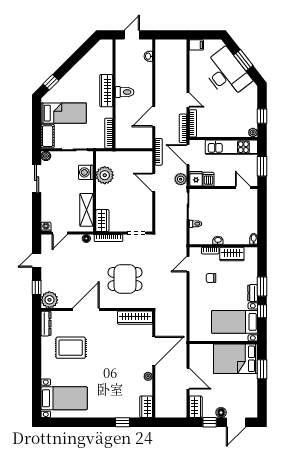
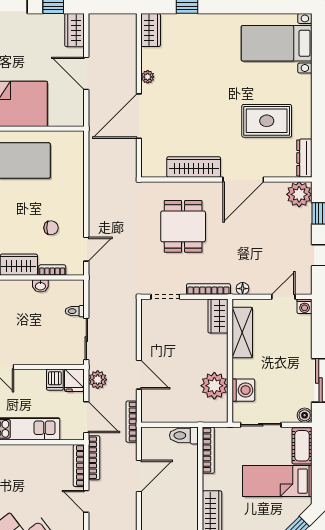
toilet: (125, 92) -> (184, 435), moved
dining table: (125, 279) -> (183, 226), turned 90
wardrobe: (135, 318) -> (194, 167), moved
floor lamp: (221, 413) -> (36, 21), removed

